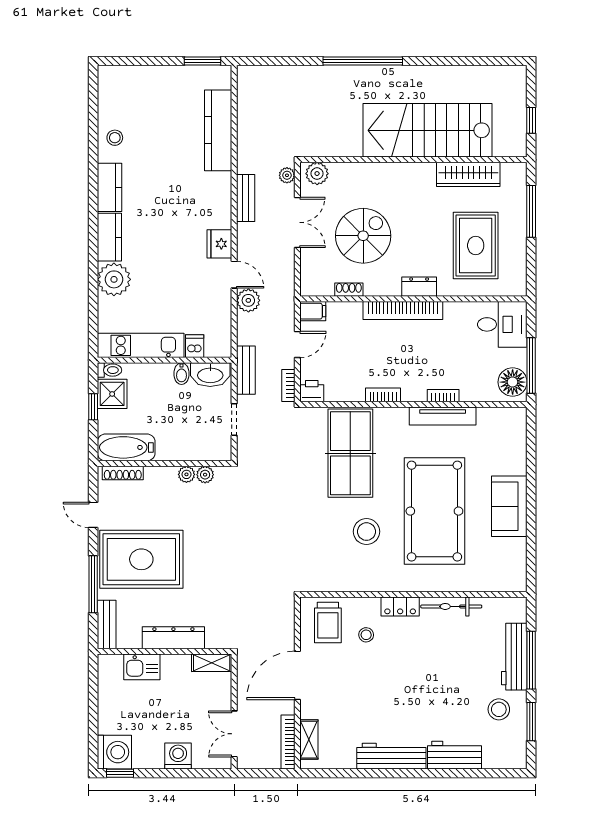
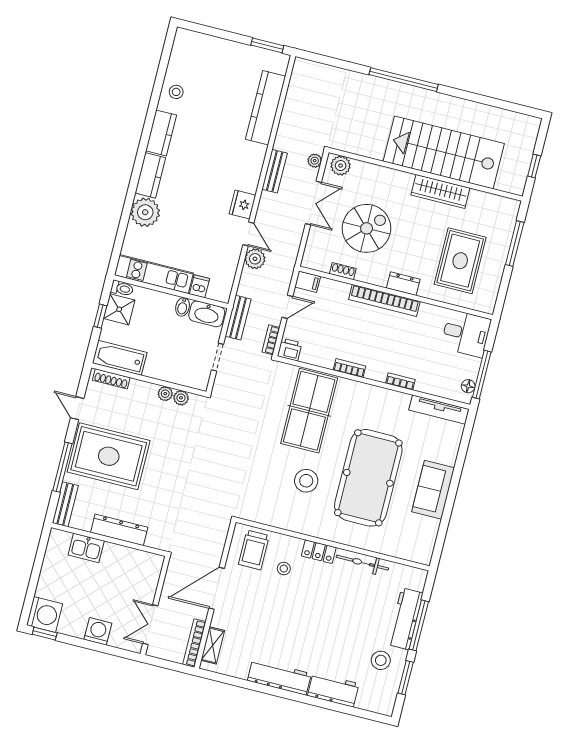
wardrobe: (468, 174) -> (440, 191), moved
floor lamp: (513, 382) -> (468, 386), width x0.53, depth x0.53
tv unit: (443, 416) -> (439, 410), moved
shelving: (212, 663) -> (146, 559), removed

